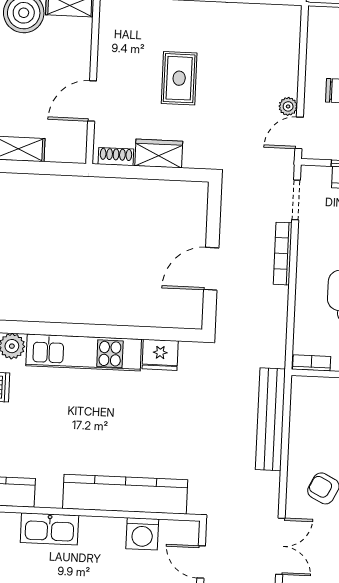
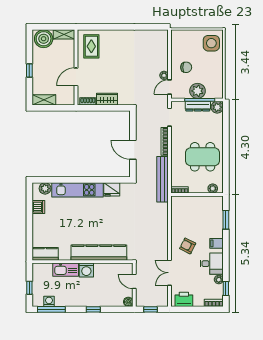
rug: (179, 78) -> (91, 46), moved
door: (211, 269) -> (133, 150), hinge flipped
bench: (270, 419) -> (163, 179), moved
washing machine: (142, 534) -> (86, 270), moved
double door: (280, 546) -> (170, 273), swing flipped

